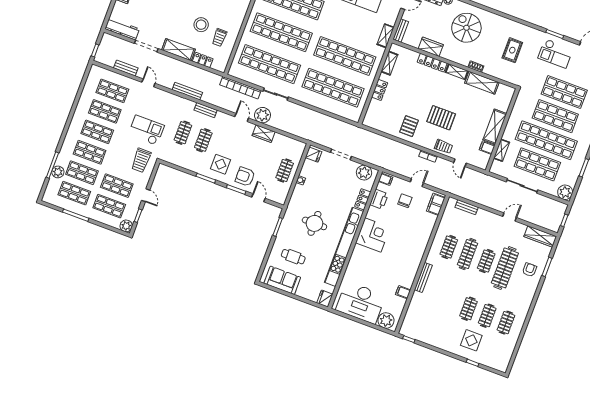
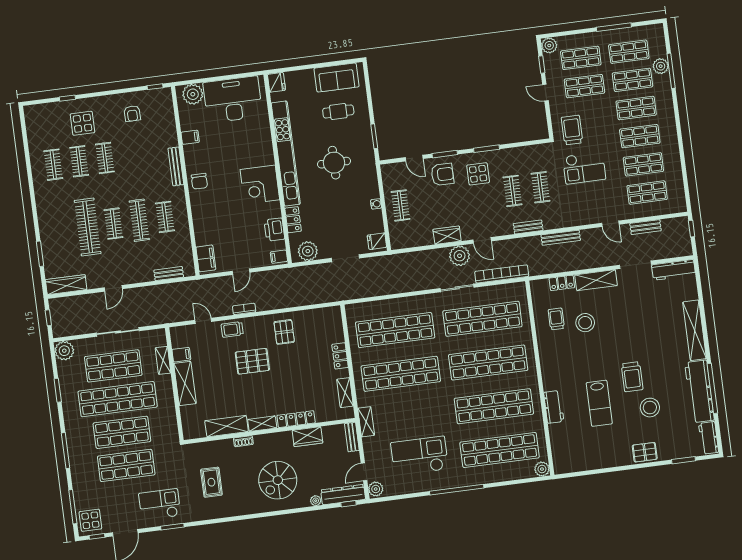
spiral stairs: (466, 28) -> (278, 480), turned 90
chair: (405, 201) -> (199, 181), moved
armchair: (529, 270) -> (132, 114), moved

